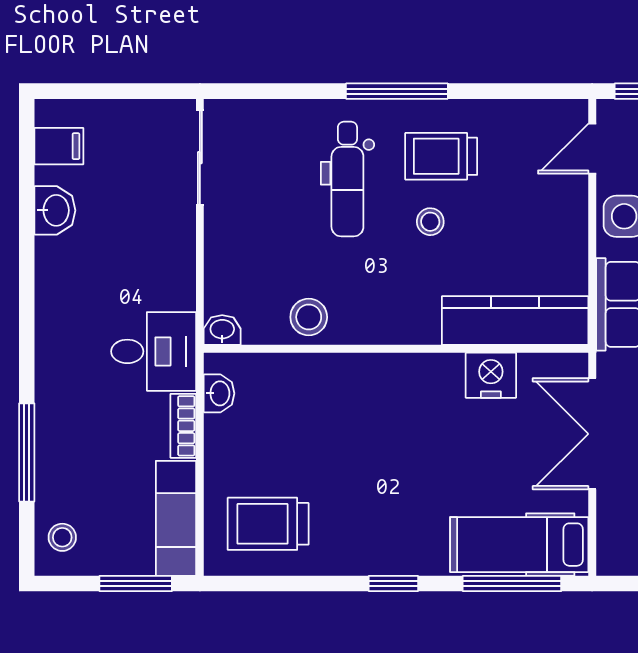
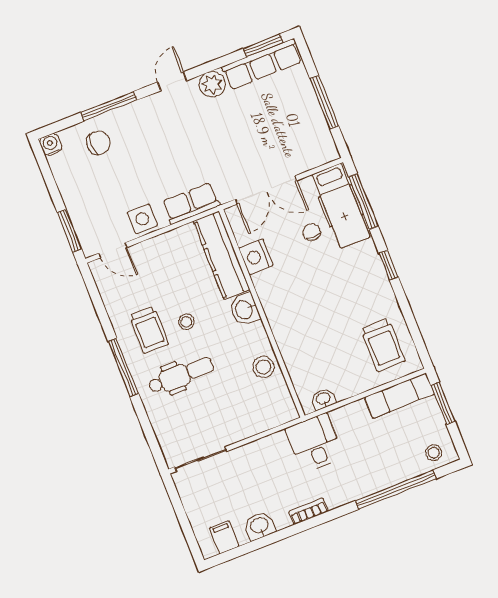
washbasin: (222, 330) -> (245, 310), moved, width x1.38, depth x1.45
bookcase: (183, 426) -> (309, 511), moved, turned 180
window: (27, 452) -> (396, 490), width x1.46
chair: (495, 481) -> (312, 232), added

